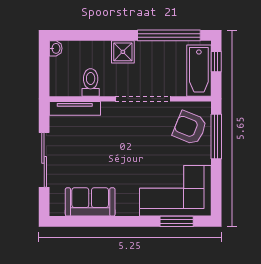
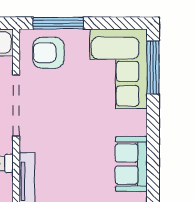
armchair: (190, 128) -> (48, 53), turned 68
window: (177, 221) -> (153, 67), width x1.44

